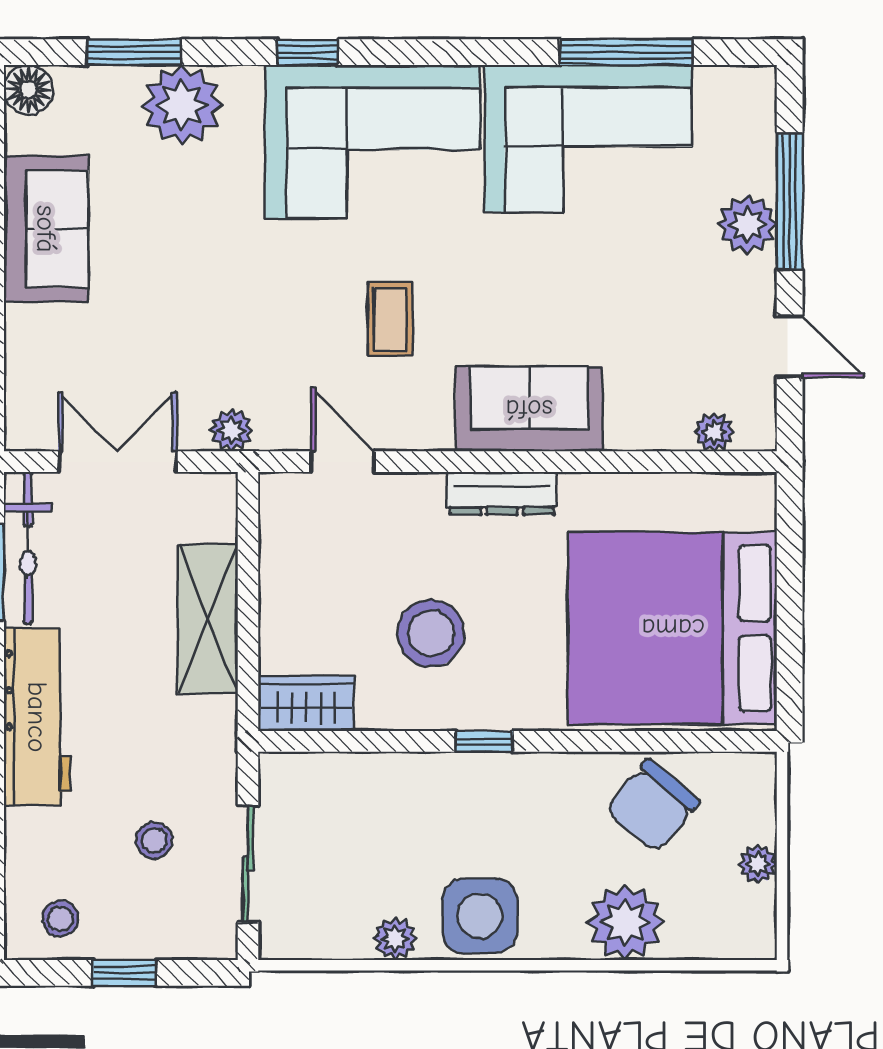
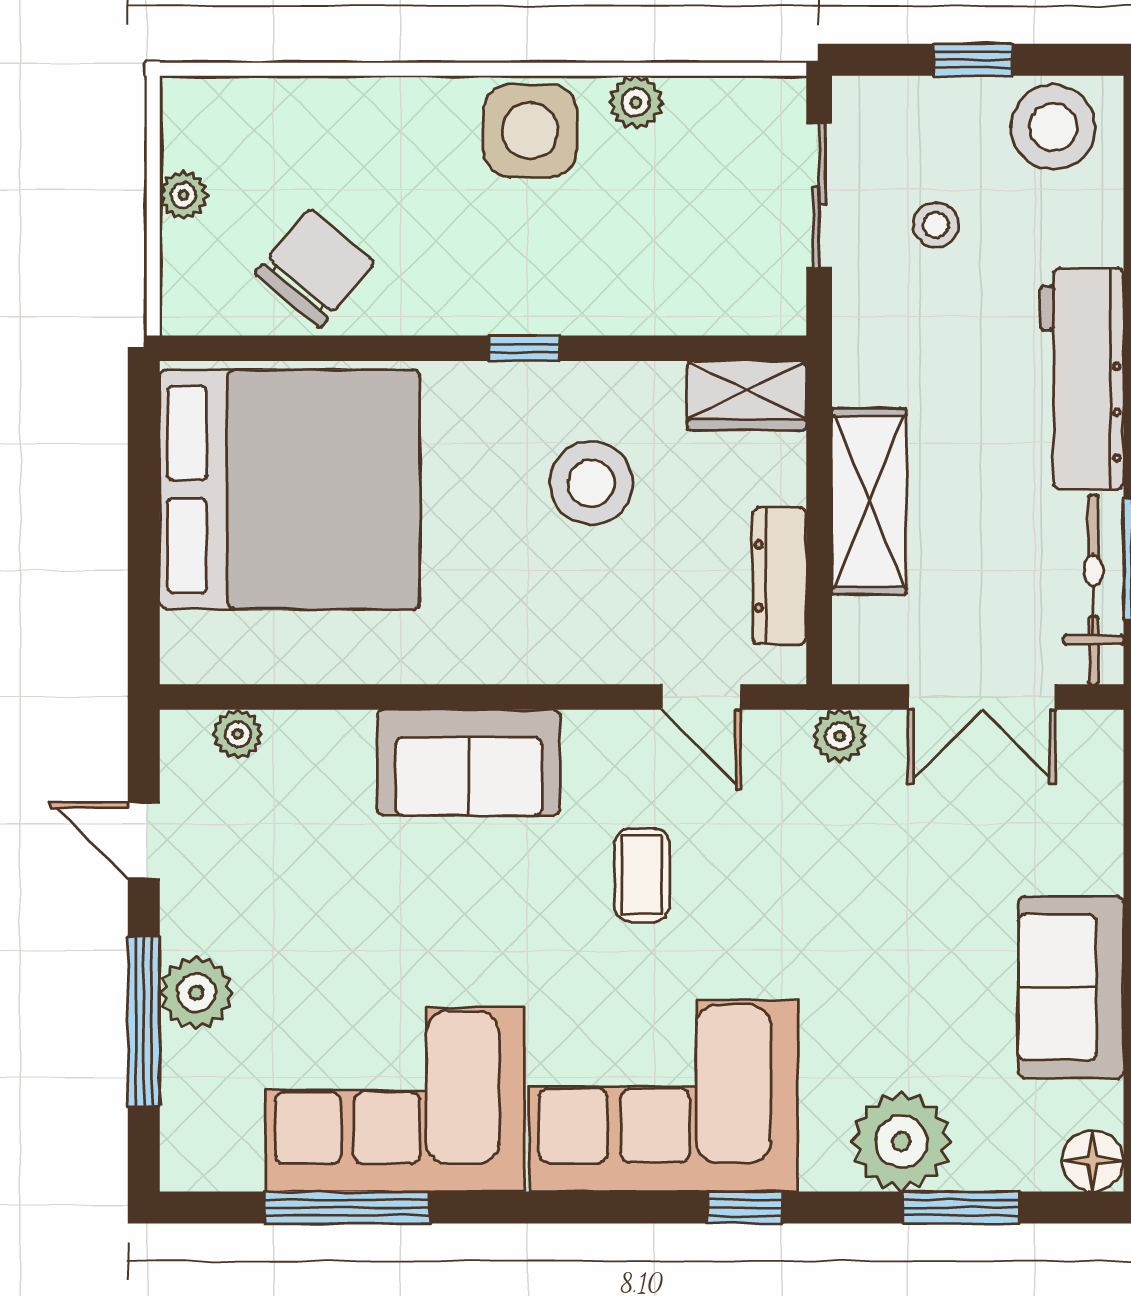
dresser: (502, 493) -> (780, 576), moved, turned -90
stool: (60, 919) -> (1053, 127), width x1.89, depth x1.89
plant: (625, 922) -> (349, 123), removed

